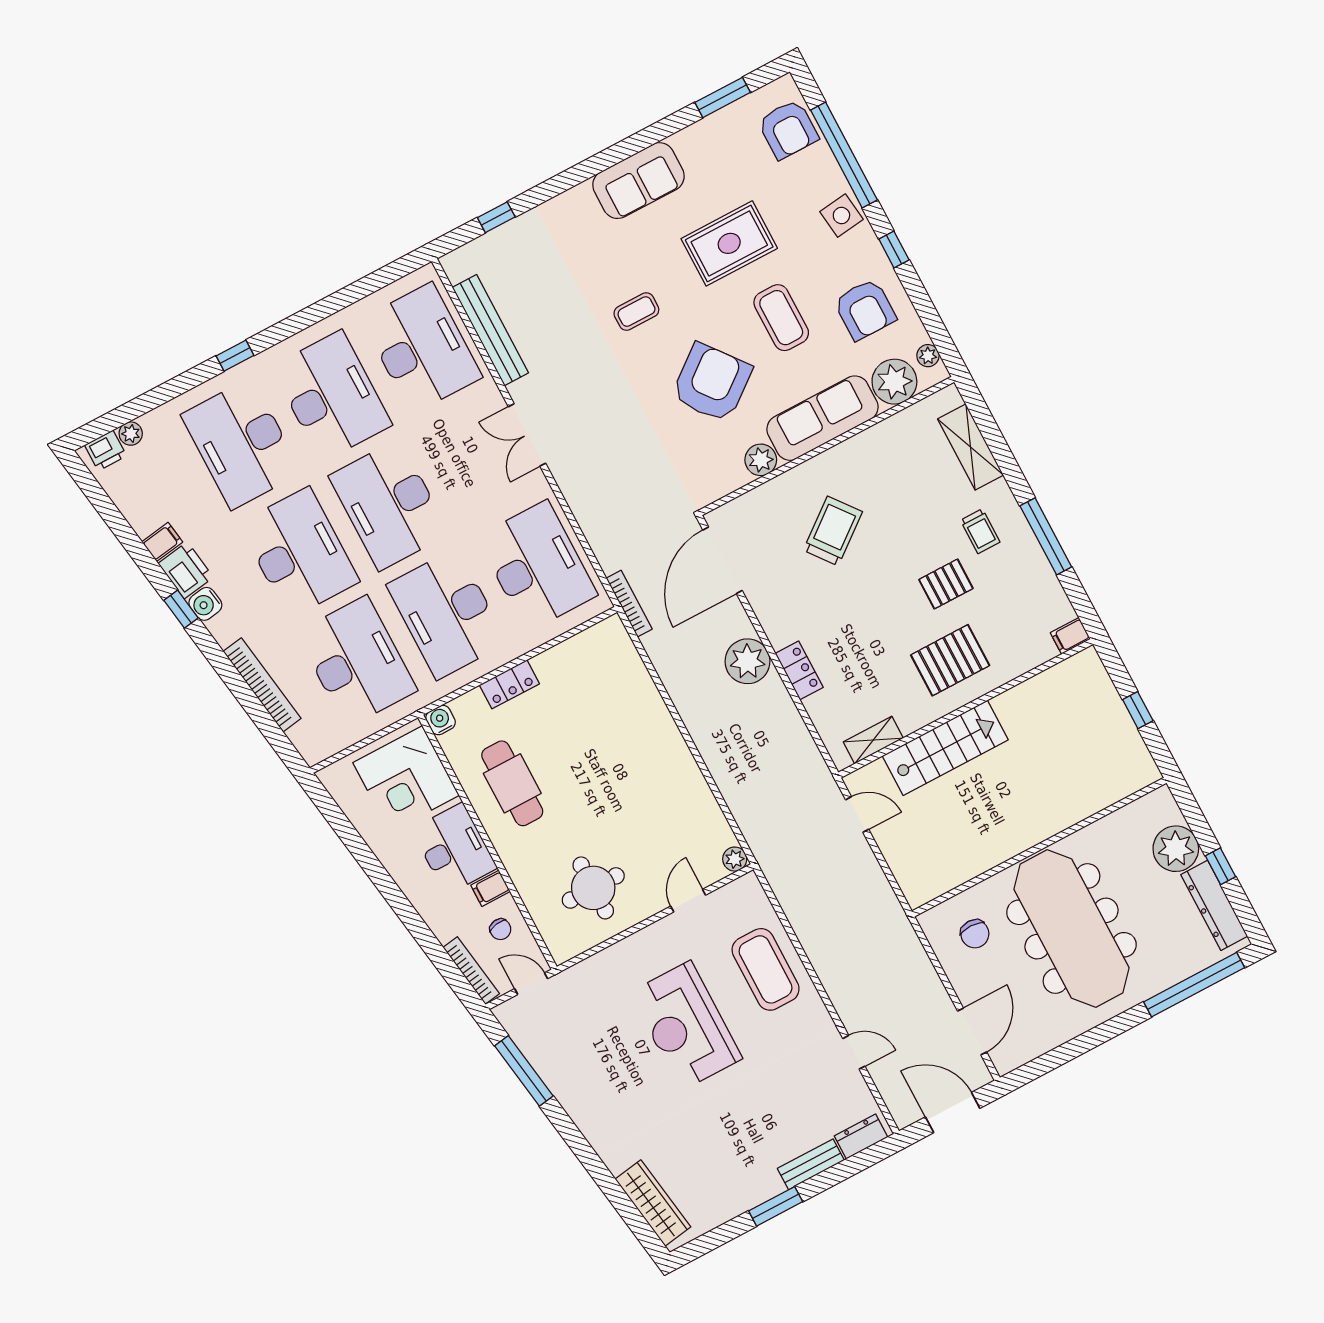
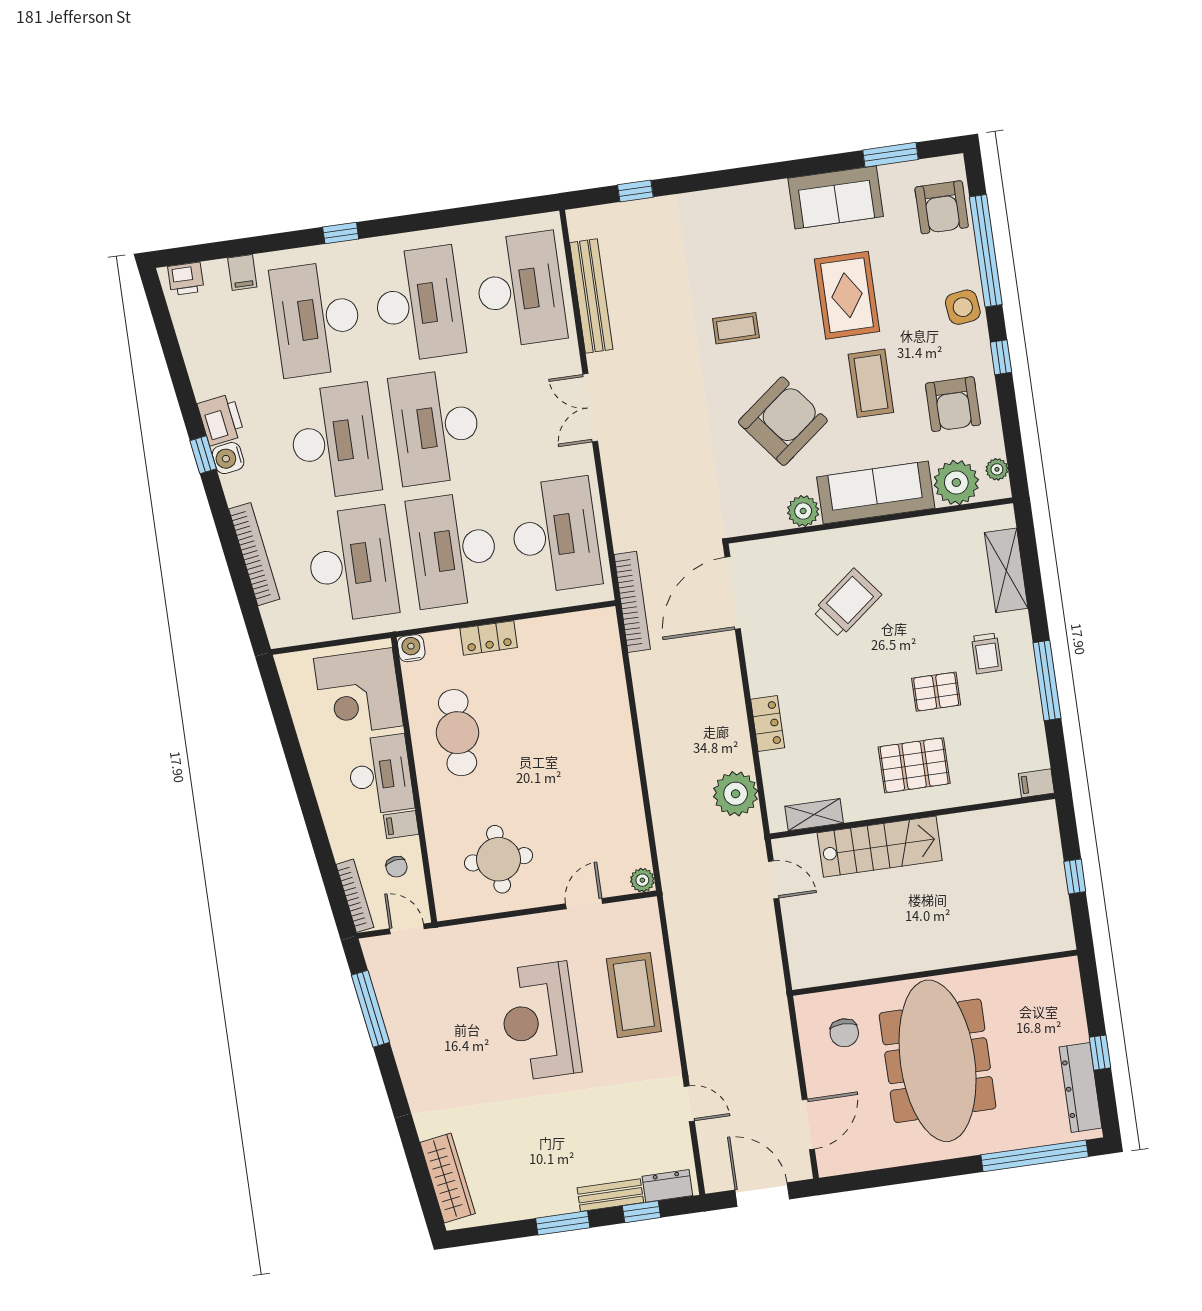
sofa: (638, 181) -> (836, 197), moved
rug: (729, 243) -> (847, 295), turned 90
plant: (131, 434) -> (215, 271), removed
filing cabinet: (162, 542) -> (242, 272), moved, turned 99
bookcase: (629, 604) -> (632, 602), width x1.48, depth x1.31
plant: (747, 661) -> (736, 794), moved
plant: (1176, 849) -> (1064, 1021), removed
window: (846, 1169) -> (641, 1212), added

